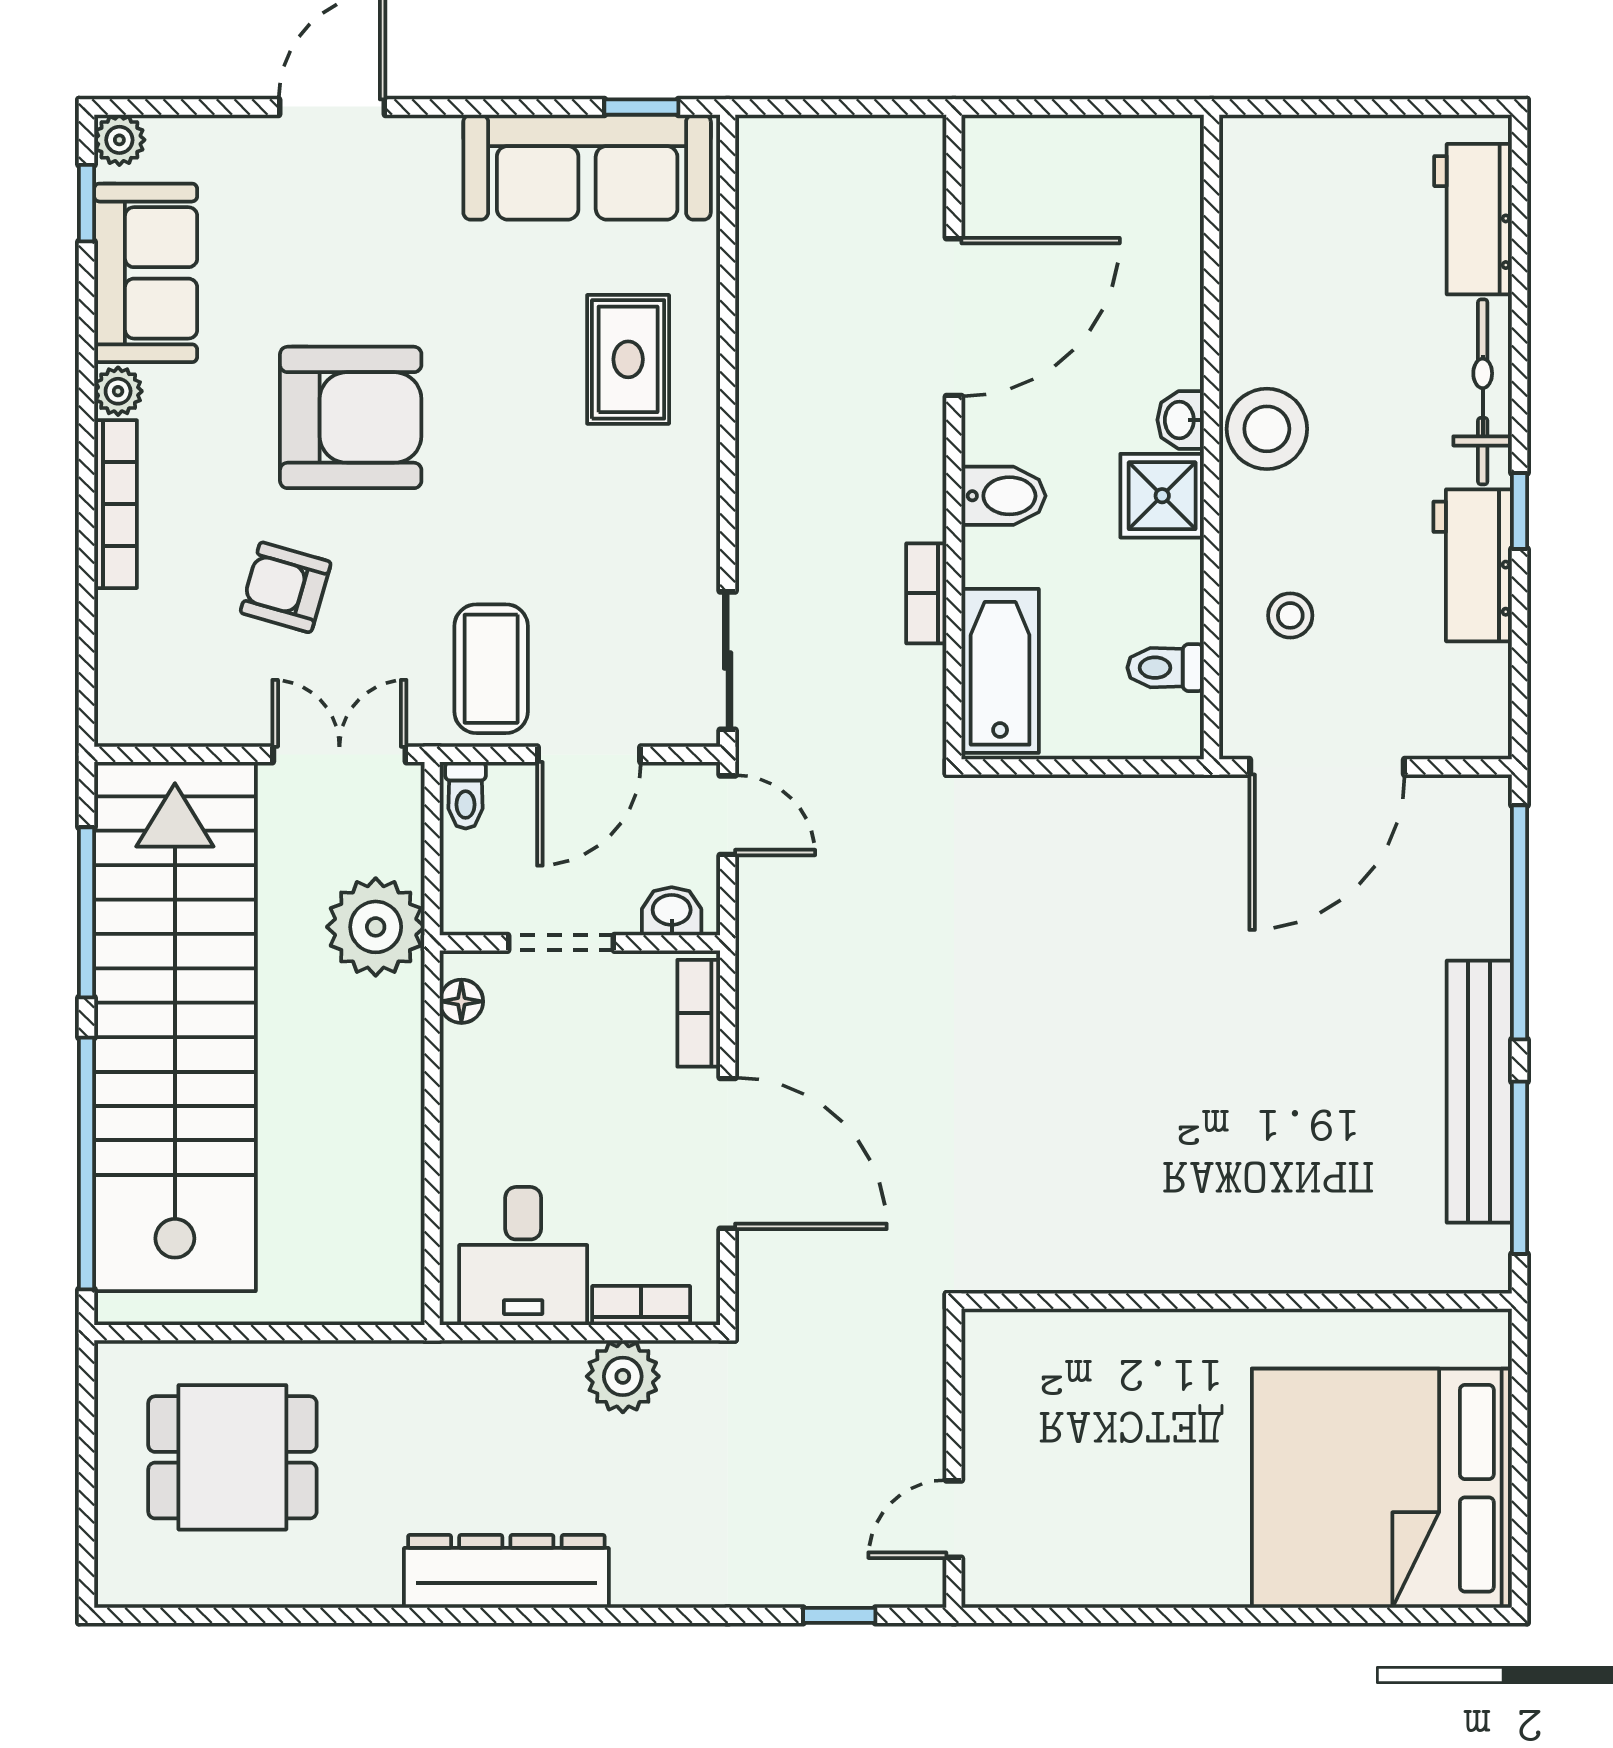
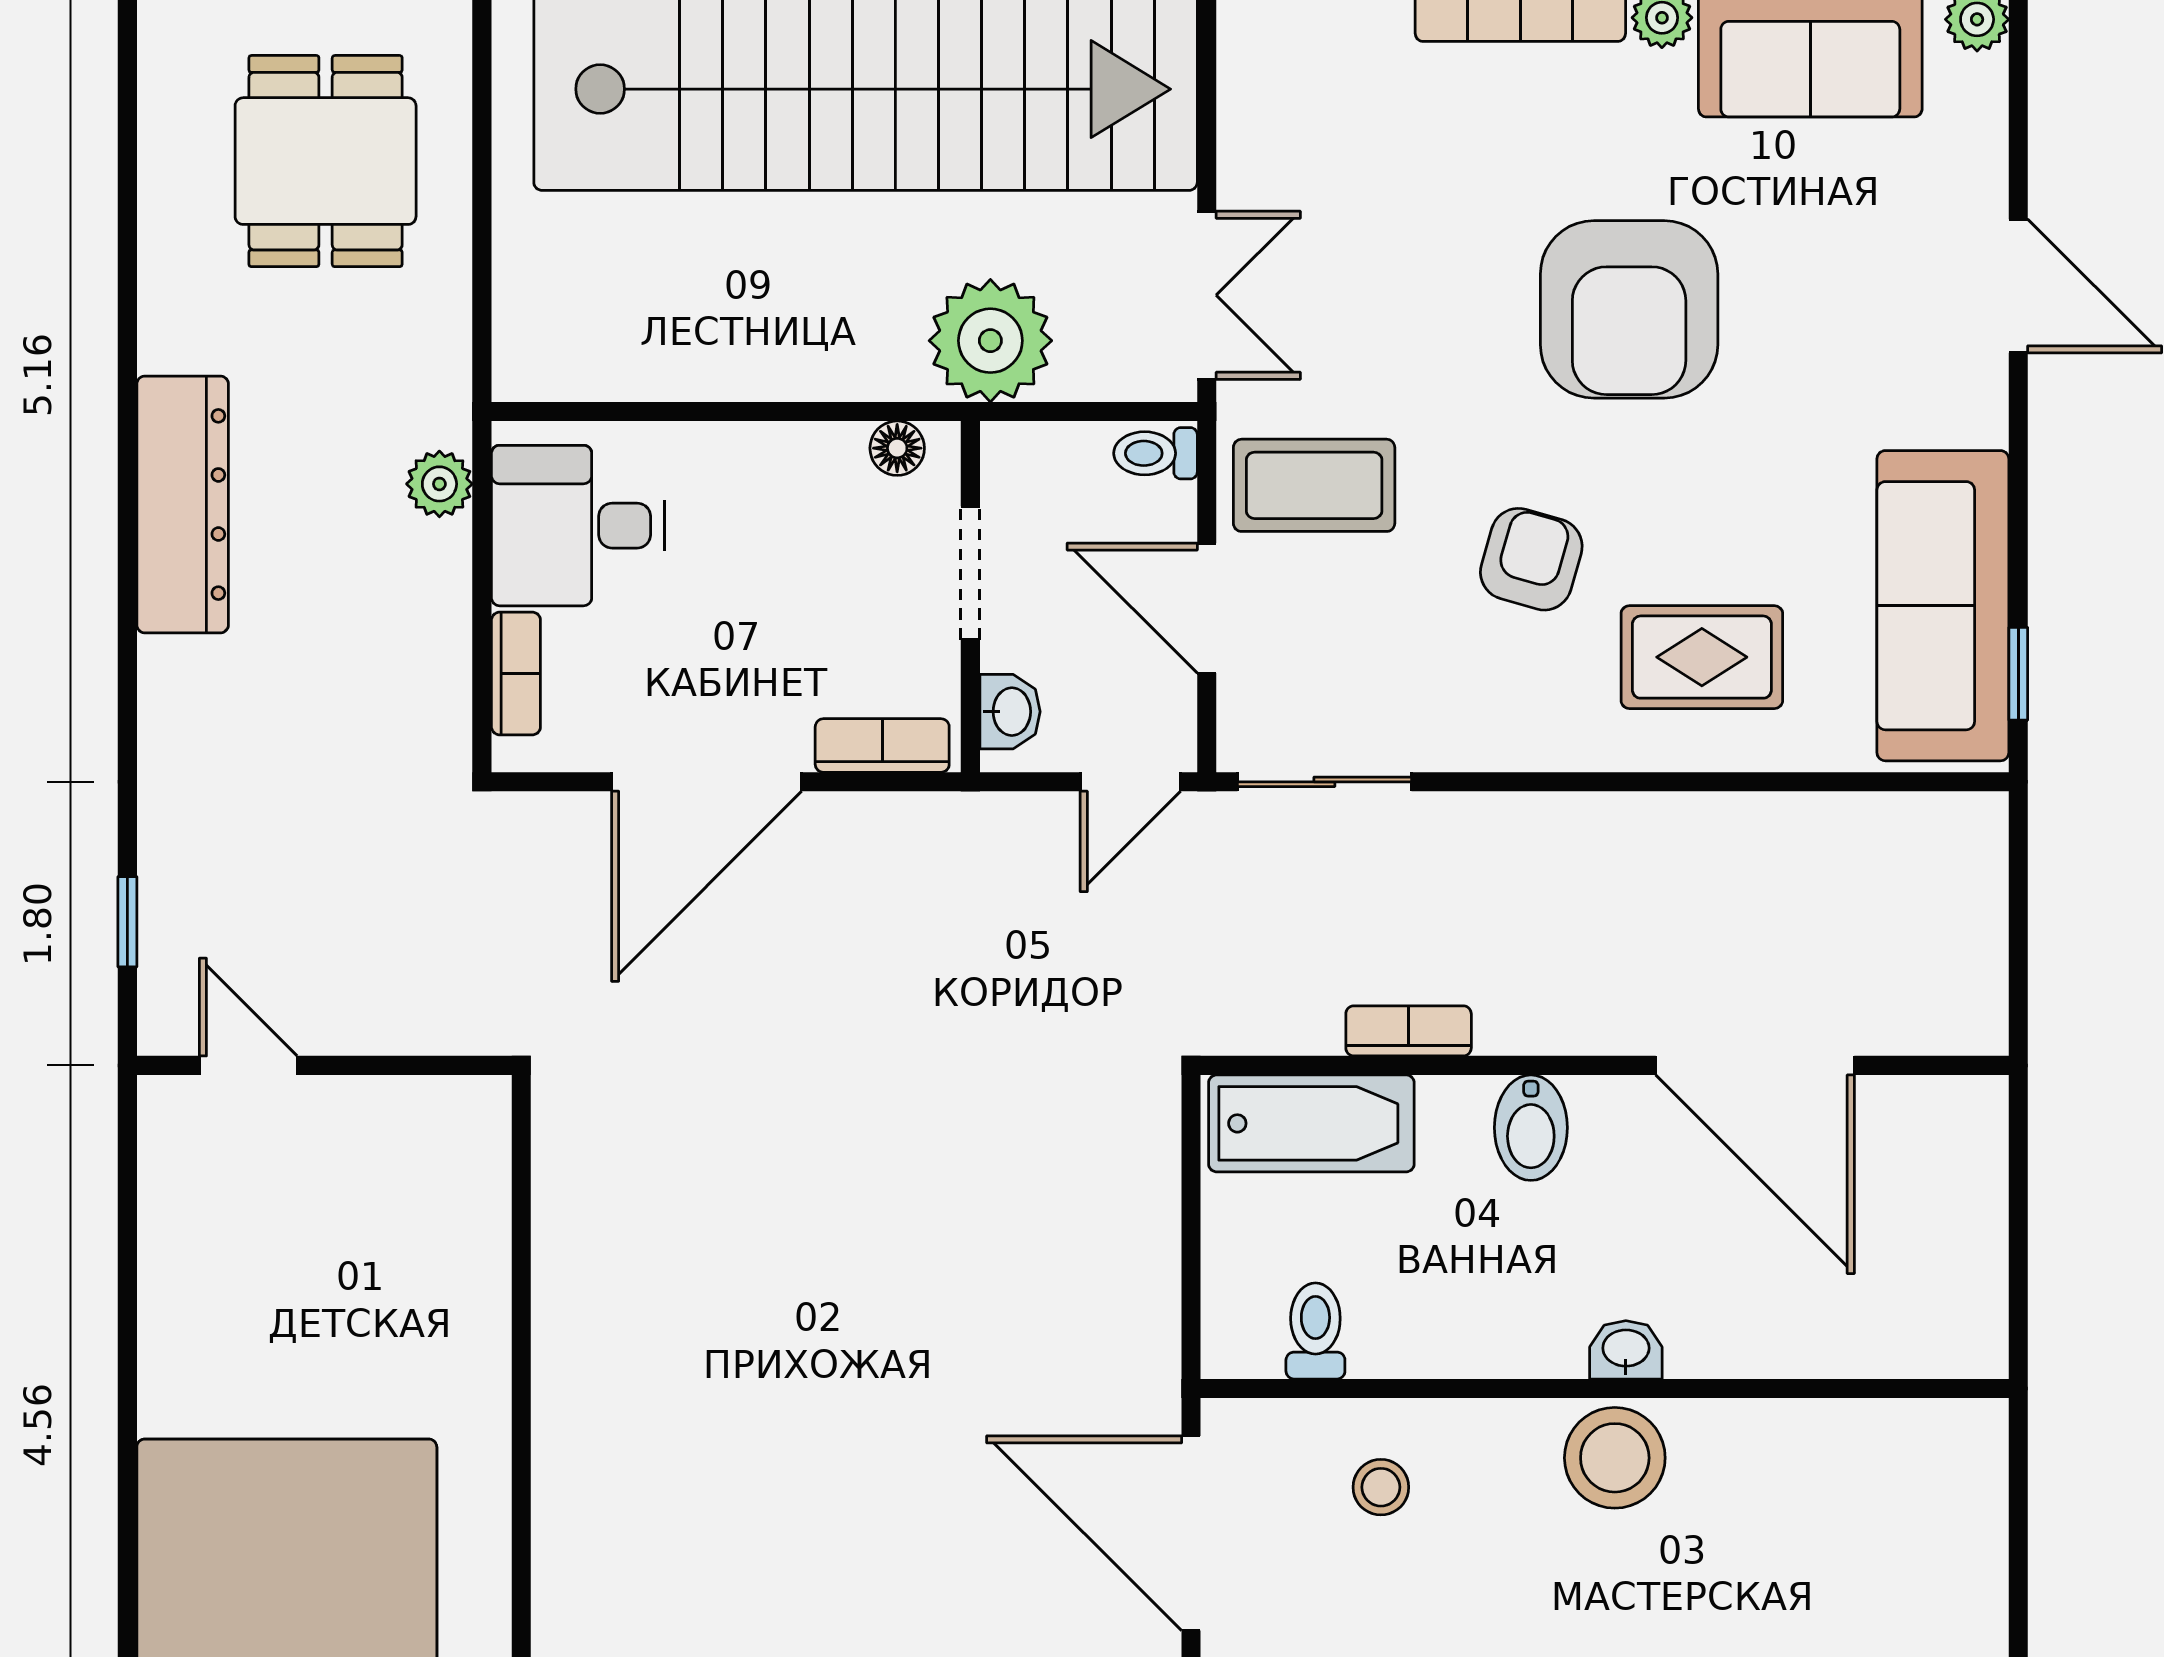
shower: (1162, 496) -> (1531, 1327), removed
armchair: (286, 587) -> (1531, 559), moved
plant: (623, 1376) -> (439, 484), moved, width x0.73, depth x0.73

